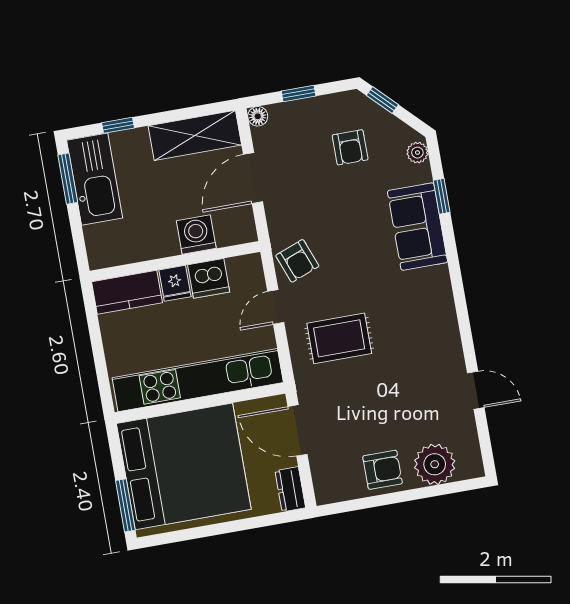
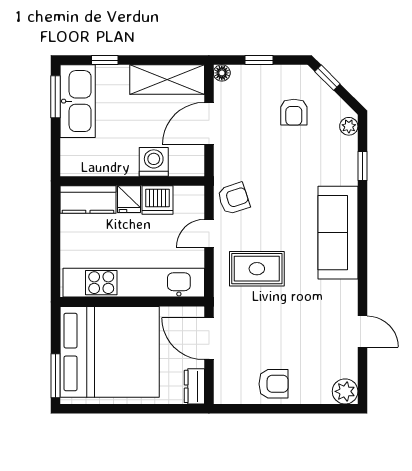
sofa: (417, 227) -> (338, 233), moved, width x1.36
armchair: (297, 261) -> (234, 198), turned -87
plant: (435, 464) -> (345, 391), moved, width x0.73, depth x0.73

